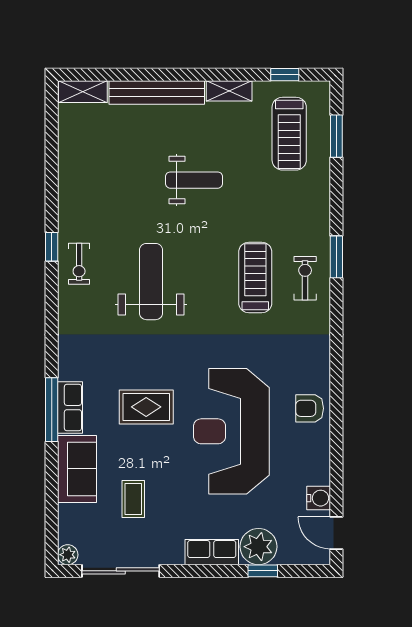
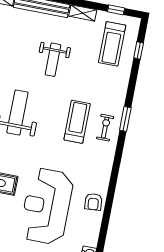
window: (336, 136) -> (139, 50), width x0.67
weight bench: (194, 180) -> (53, 60), turned 90
armchair: (310, 408) -> (93, 202), turned -95

